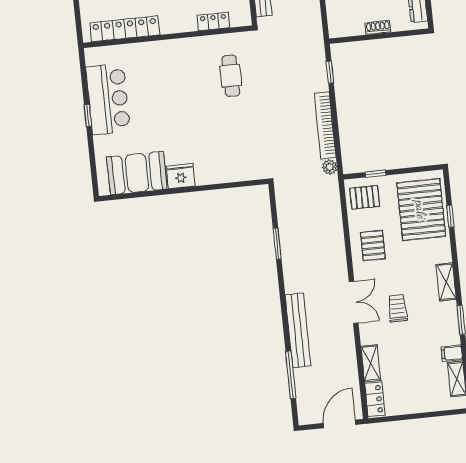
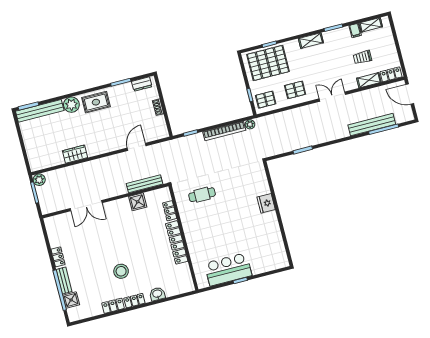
locker: (125, 29) -> (177, 242), moved
booth: (137, 173) -> (272, 244), removed
fridge: (181, 176) -> (266, 203), moved
pallet: (365, 197) -> (266, 100), turned 90
trolley: (398, 308) -> (363, 57), moved
bench: (298, 330) -> (372, 125), moved

